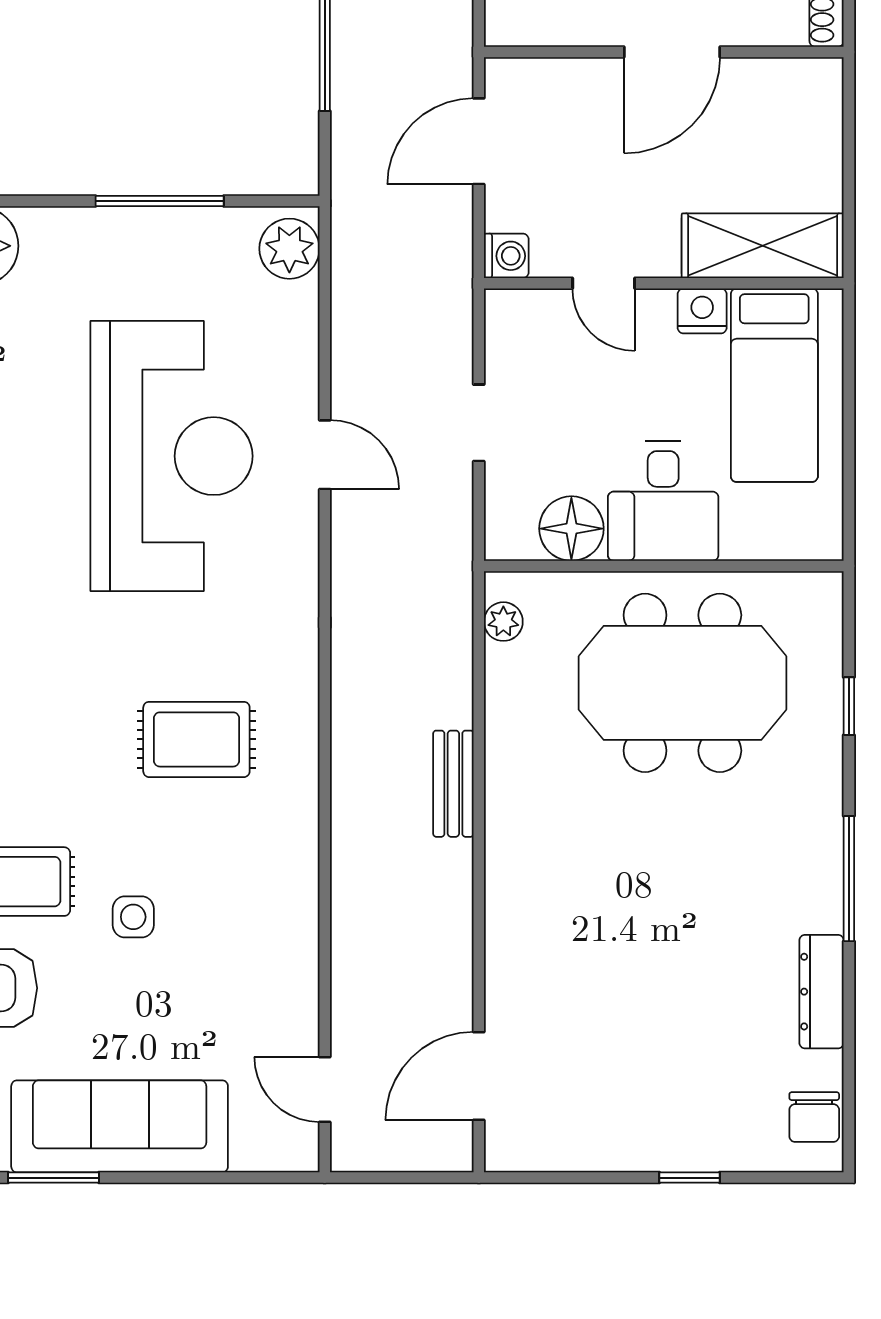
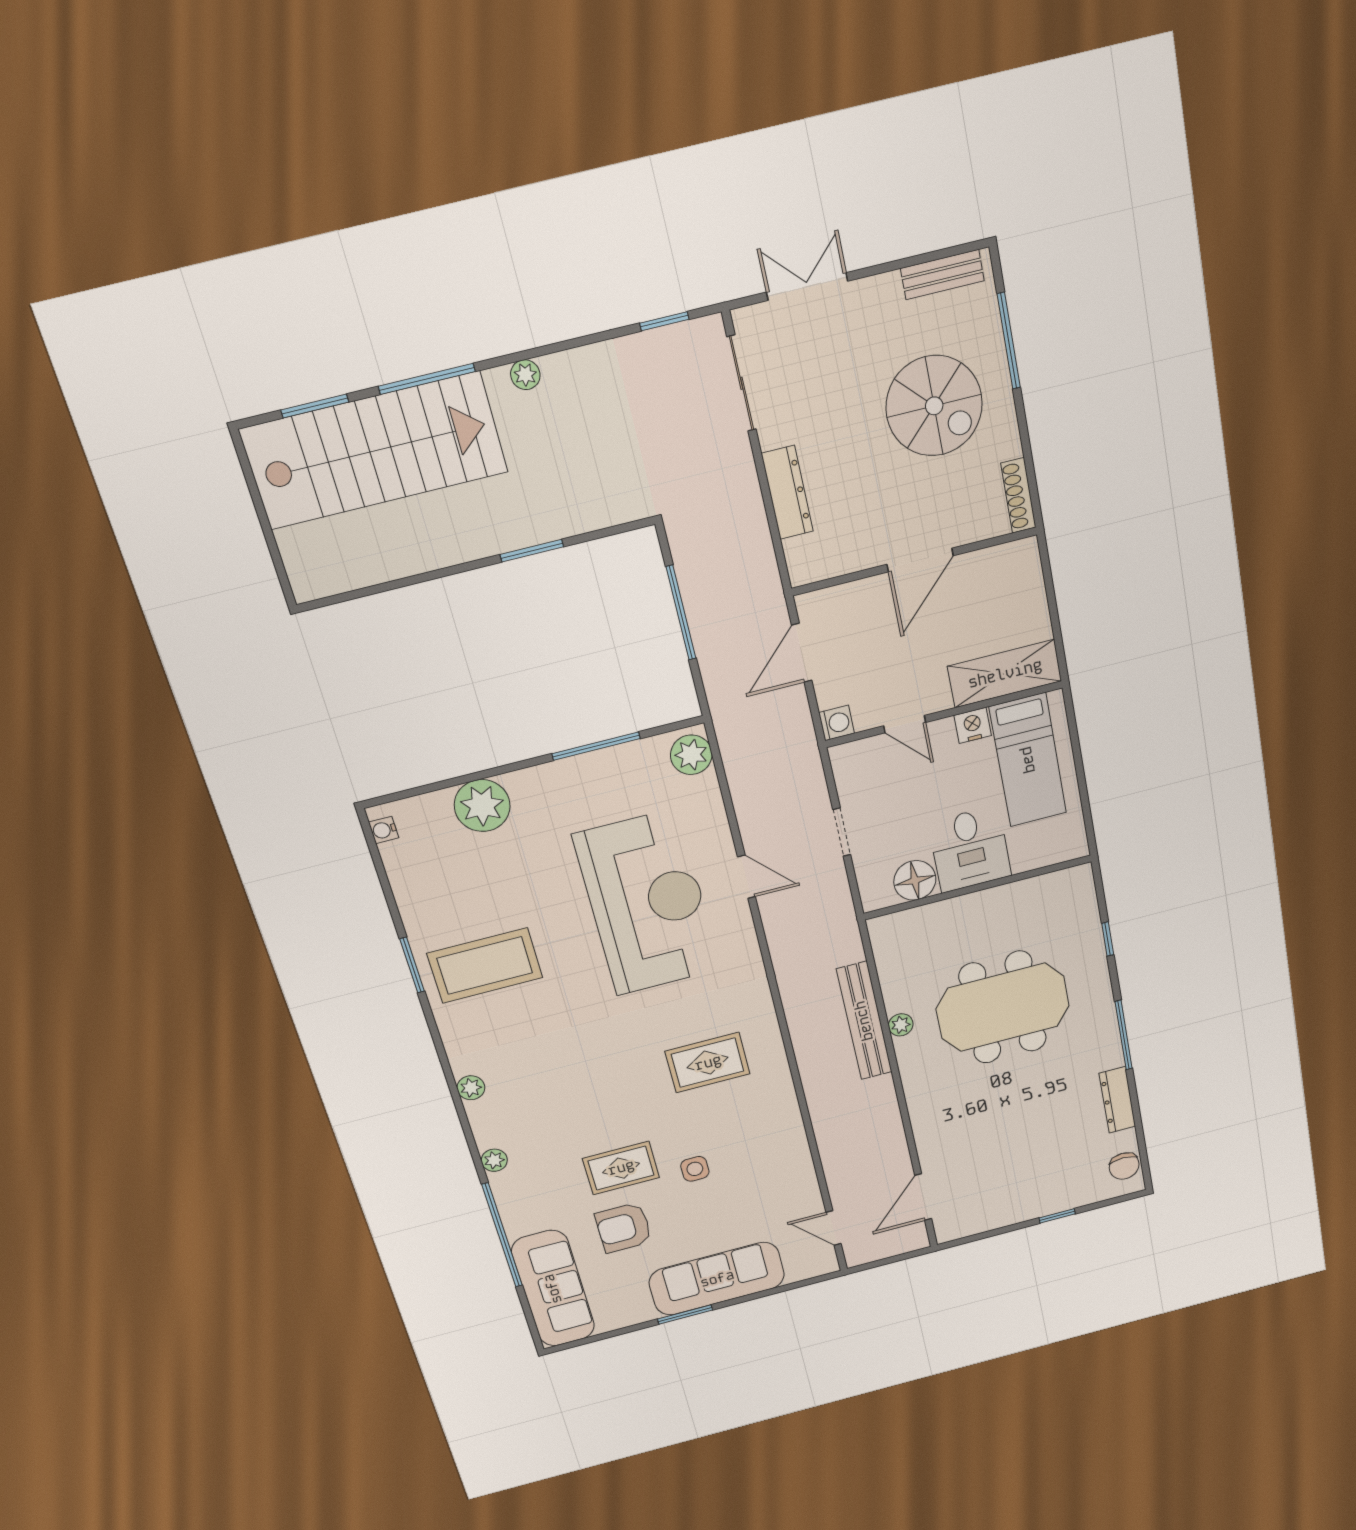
plant: (503, 622) -> (901, 1025), moved
meeting table: (682, 683) -> (1003, 1007), moved
bench: (453, 784) -> (864, 1021), width x1.86, depth x1.21

